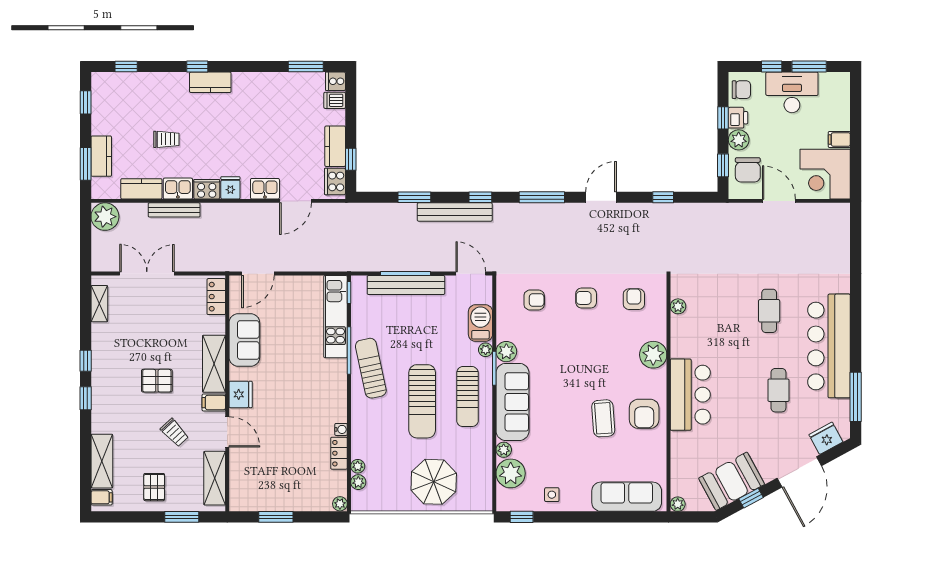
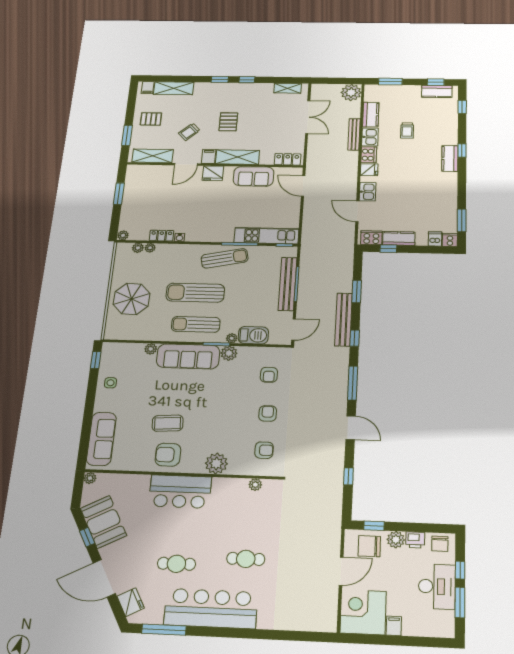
window: (723, 118) -> (415, 527), removed
kitchen counter: (101, 156) -> (437, 91), moved
plant: (511, 473) -> (131, 353), removed

